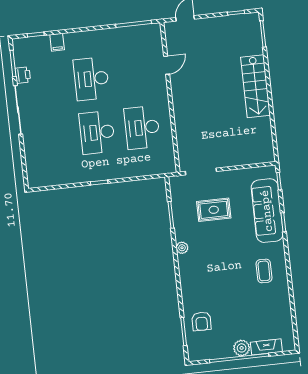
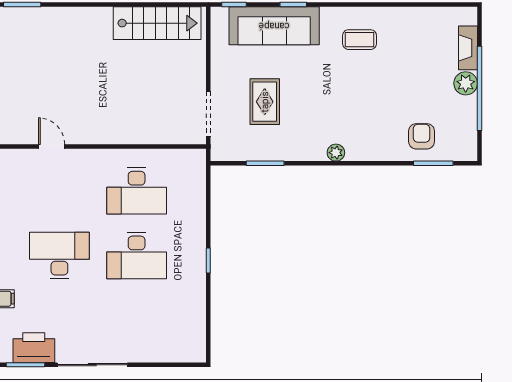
printer: (23, 75) -> (34, 348), width x1.87, depth x1.48
desk: (91, 79) -> (59, 256), turned 180
stairs: (256, 86) -> (157, 23), moved
plant: (182, 248) -> (336, 153), moved
armchair: (201, 321) -> (422, 136), turned -91

